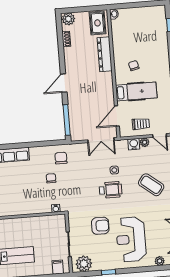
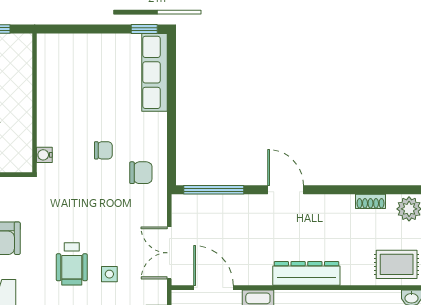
dresser: (105, 54) -> (306, 273), moved

